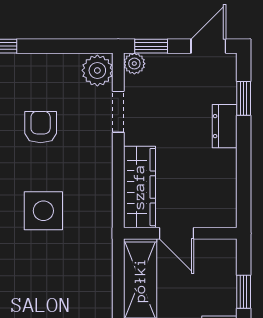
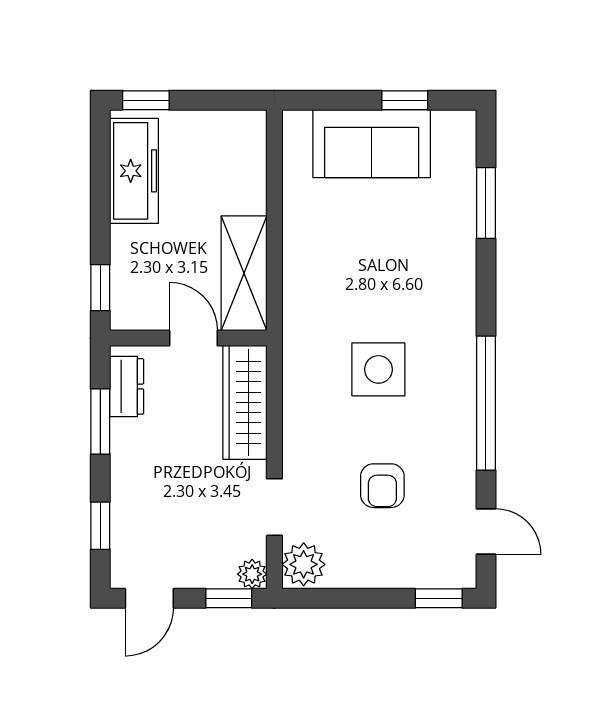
dresser: (225, 126) -> (127, 386), moved
window: (244, 173) -> (100, 422), added
window: (244, 292) -> (100, 288), moved

